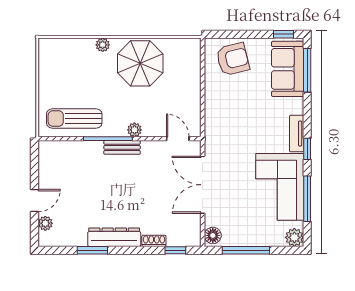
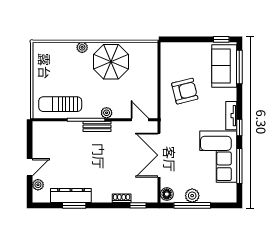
armchair: (233, 59) -> (185, 91), moved
dresser: (114, 237) -> (71, 196), moved
plant: (294, 237) -> (192, 196), moved

